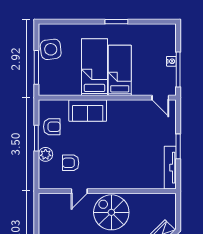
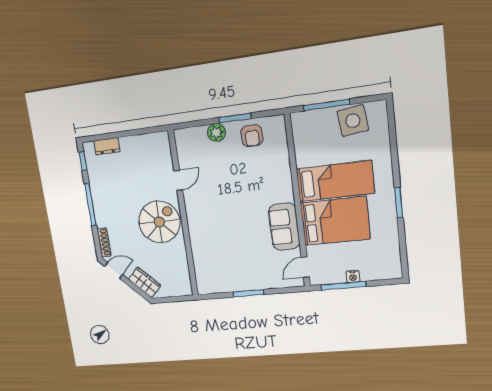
bed: (120, 70) -> (335, 221), width x1.50
sofa: (88, 110) -> (284, 227), moved
armchair: (71, 163) -> (211, 166), removed
tv unit: (170, 168) -> (222, 286), removed
door: (79, 191) -> (178, 180), swing flipped

